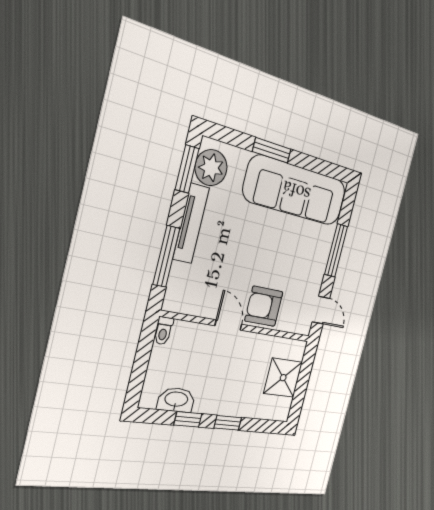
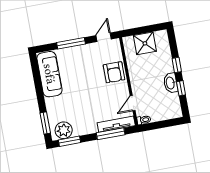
window: (272, 150) -> (45, 123), moved
sofa: (296, 191) -> (49, 74), width x0.74, depth x0.79
tv unit: (191, 223) -> (116, 124), moved
door: (228, 325) -> (133, 103), moved
washbasin: (176, 400) -> (171, 83), moved

